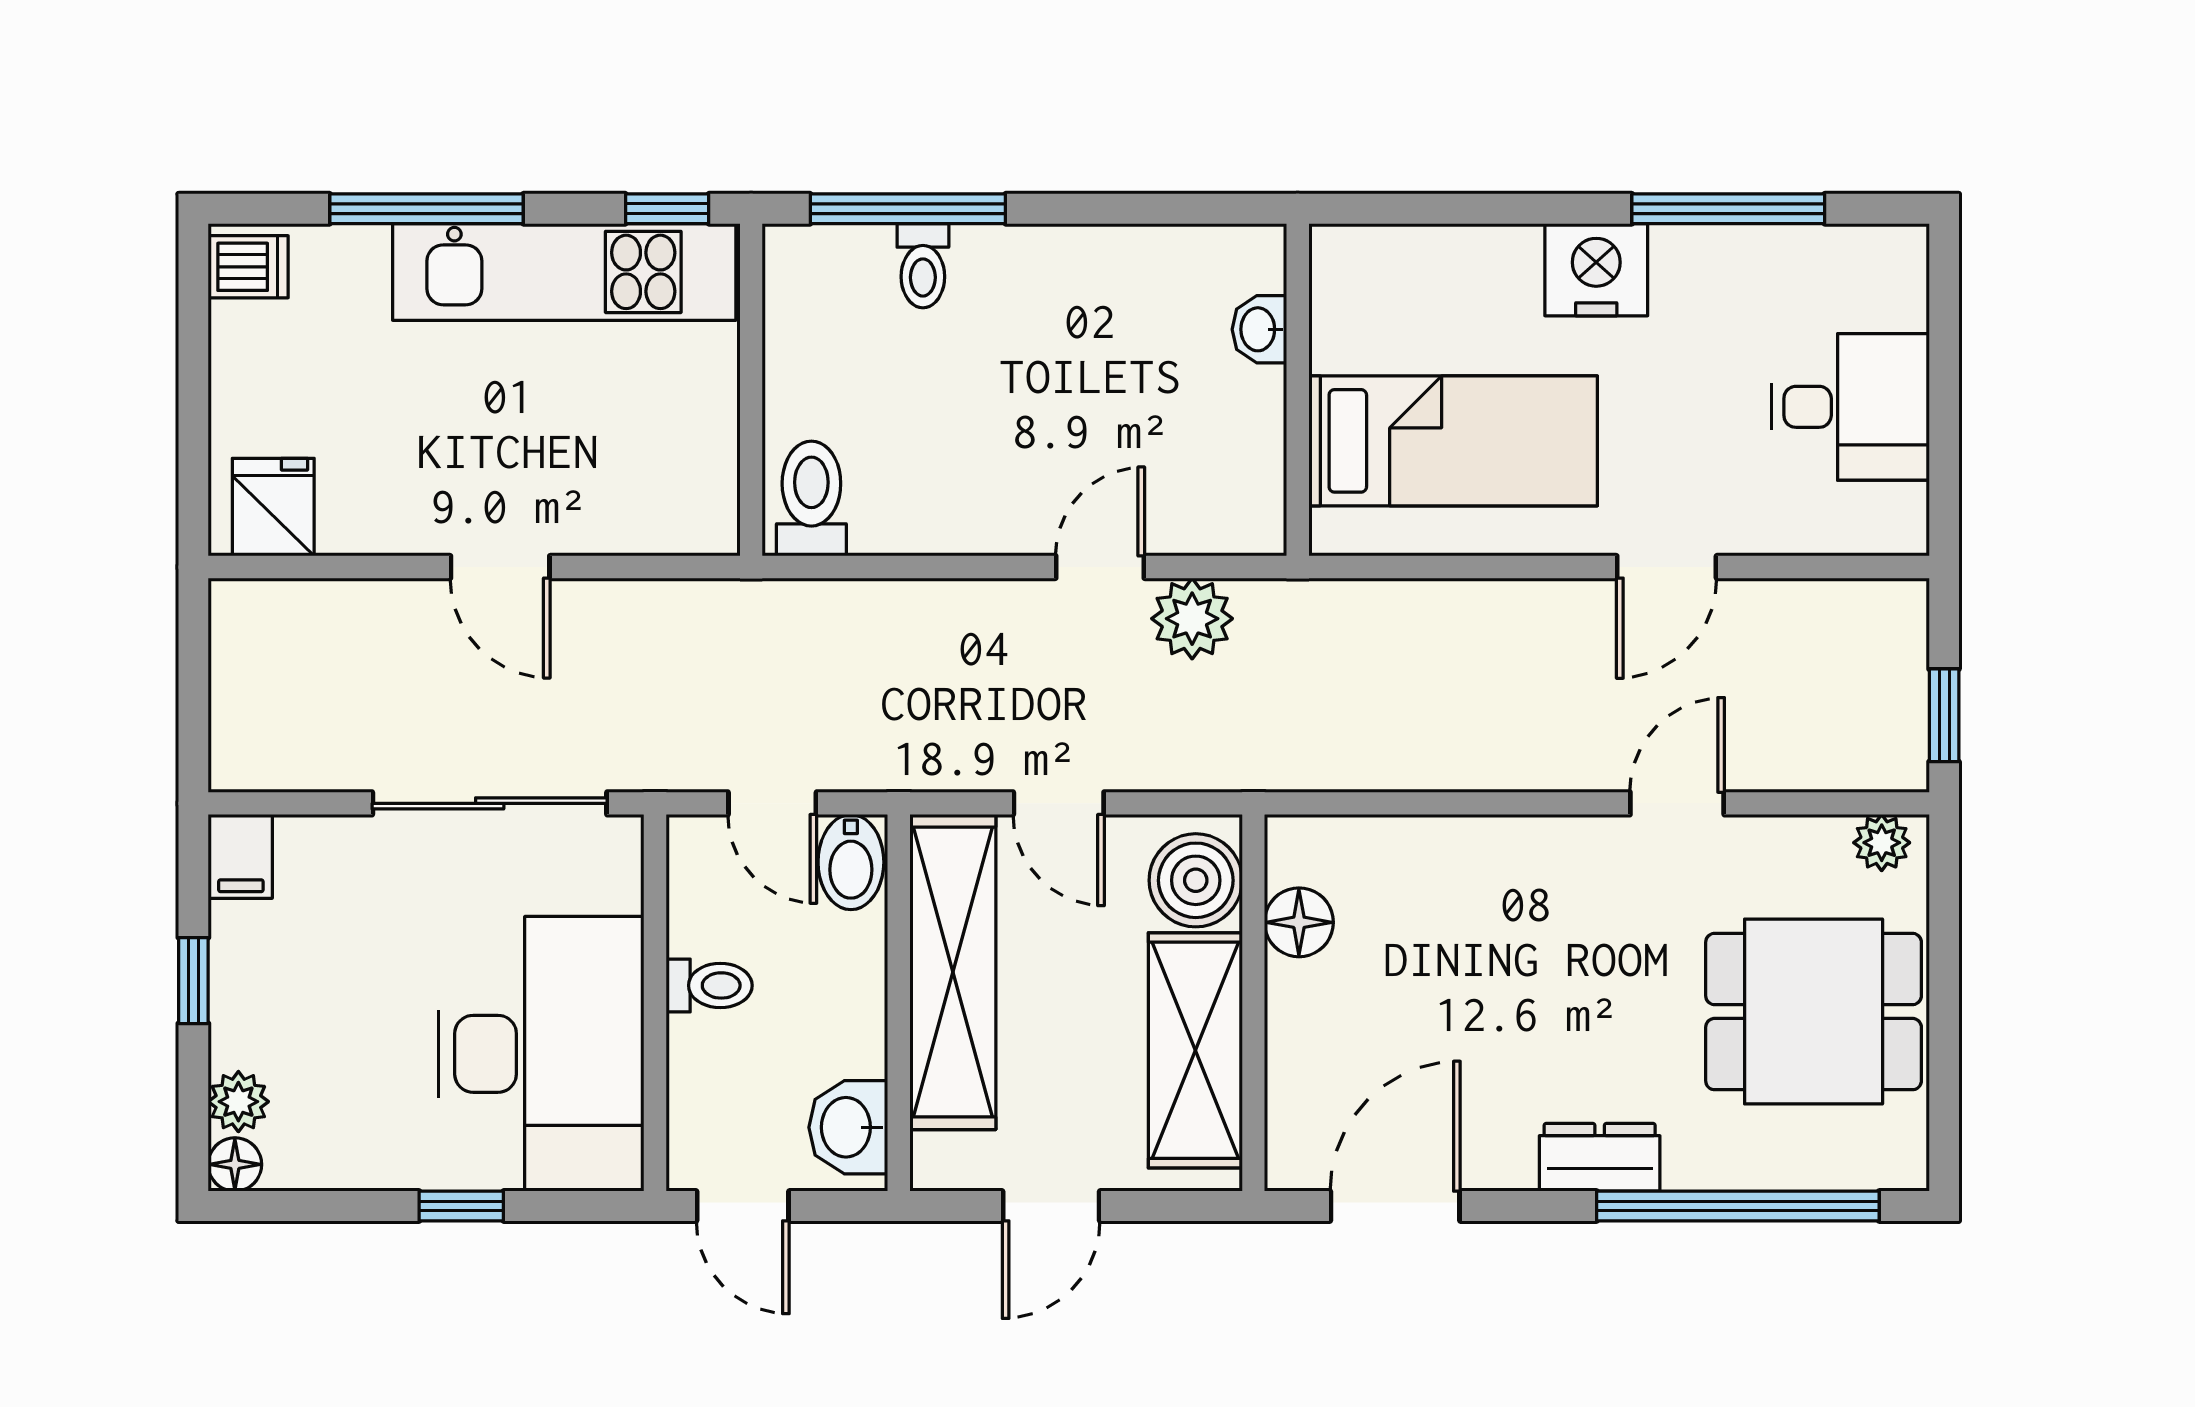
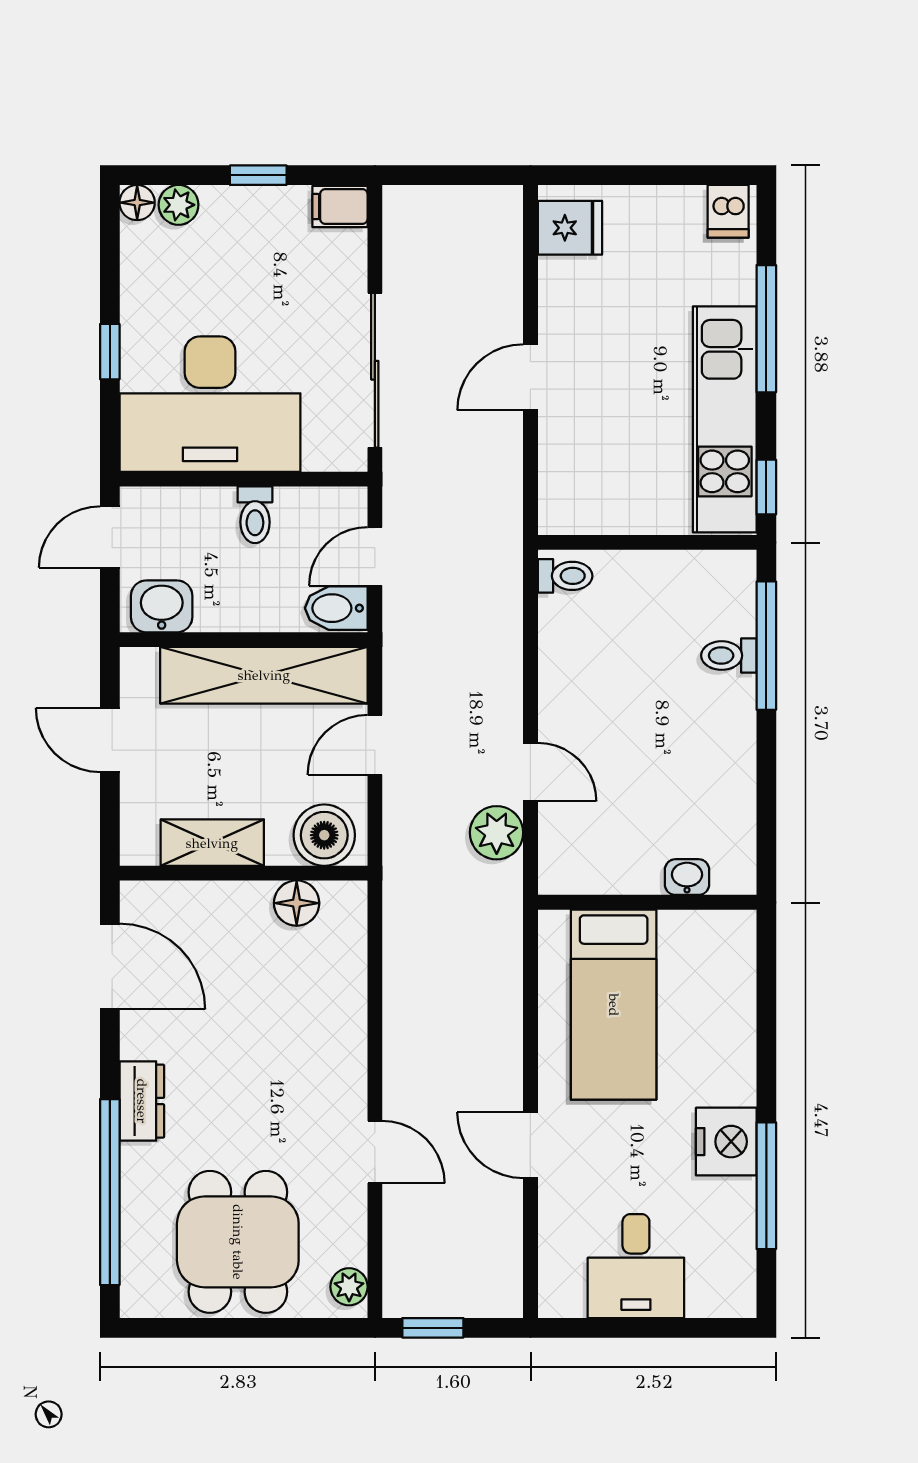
nightstand: (1596, 270) -> (726, 1142), moved
toilet: (811, 498) -> (565, 576), width x0.73, depth x0.72
shelving: (1195, 1050) -> (212, 843), width x0.67, depth x0.75

